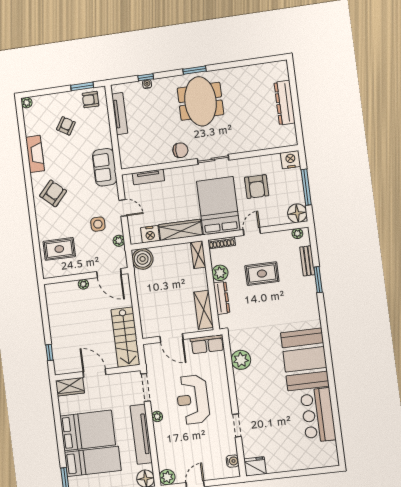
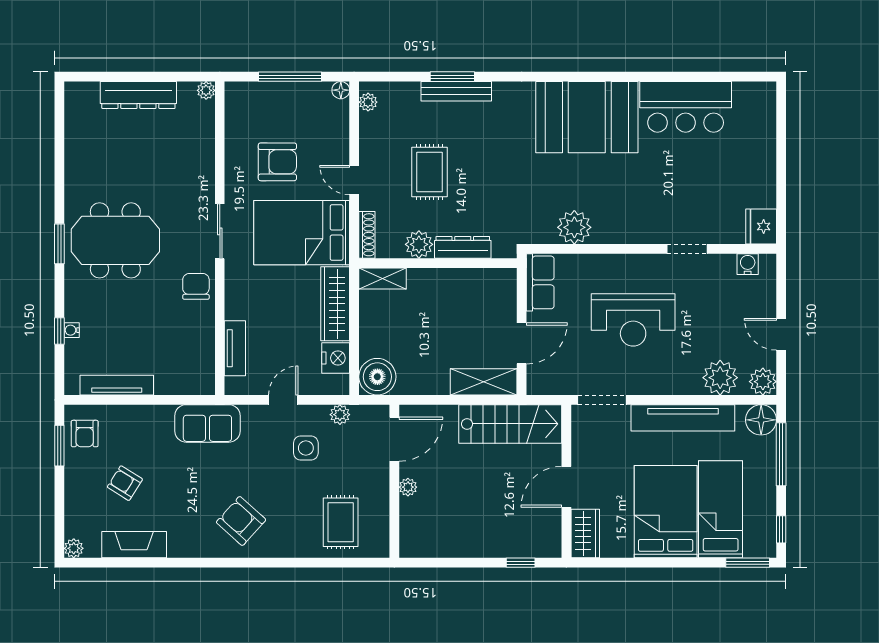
plant: (292, 141) -> (206, 90), added
fireplace: (35, 154) -> (134, 545), moved
nightstand: (291, 160) -> (239, 97), removed
floor lamp: (297, 213) -> (341, 90), width x0.53, depth x0.53
bench: (307, 261) -> (456, 91), moved, width x1.36
shelving: (204, 310) -> (484, 382), moved
plant: (157, 416) -> (720, 378), moved, width x1.88, depth x1.88

